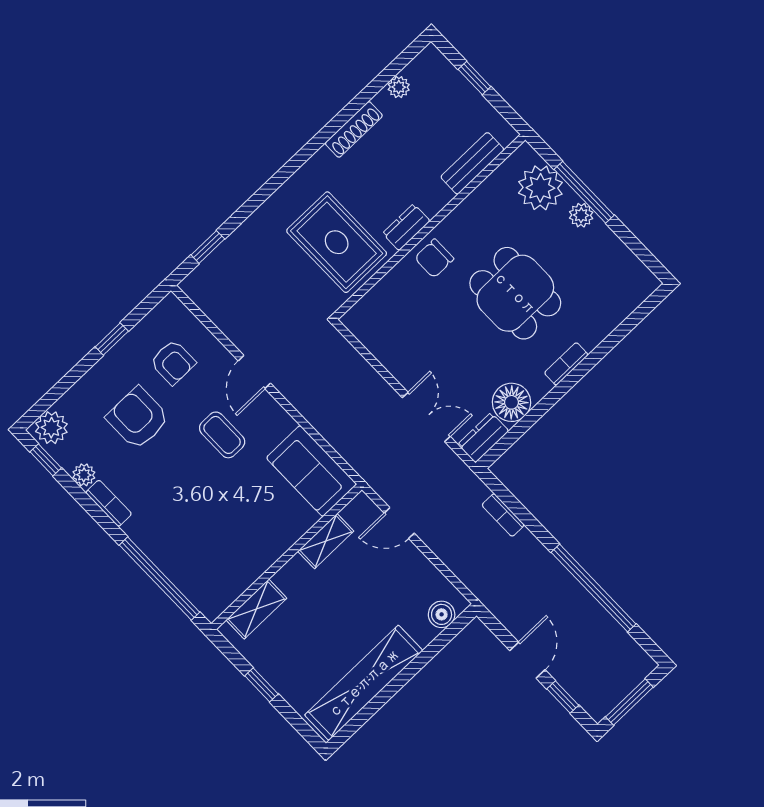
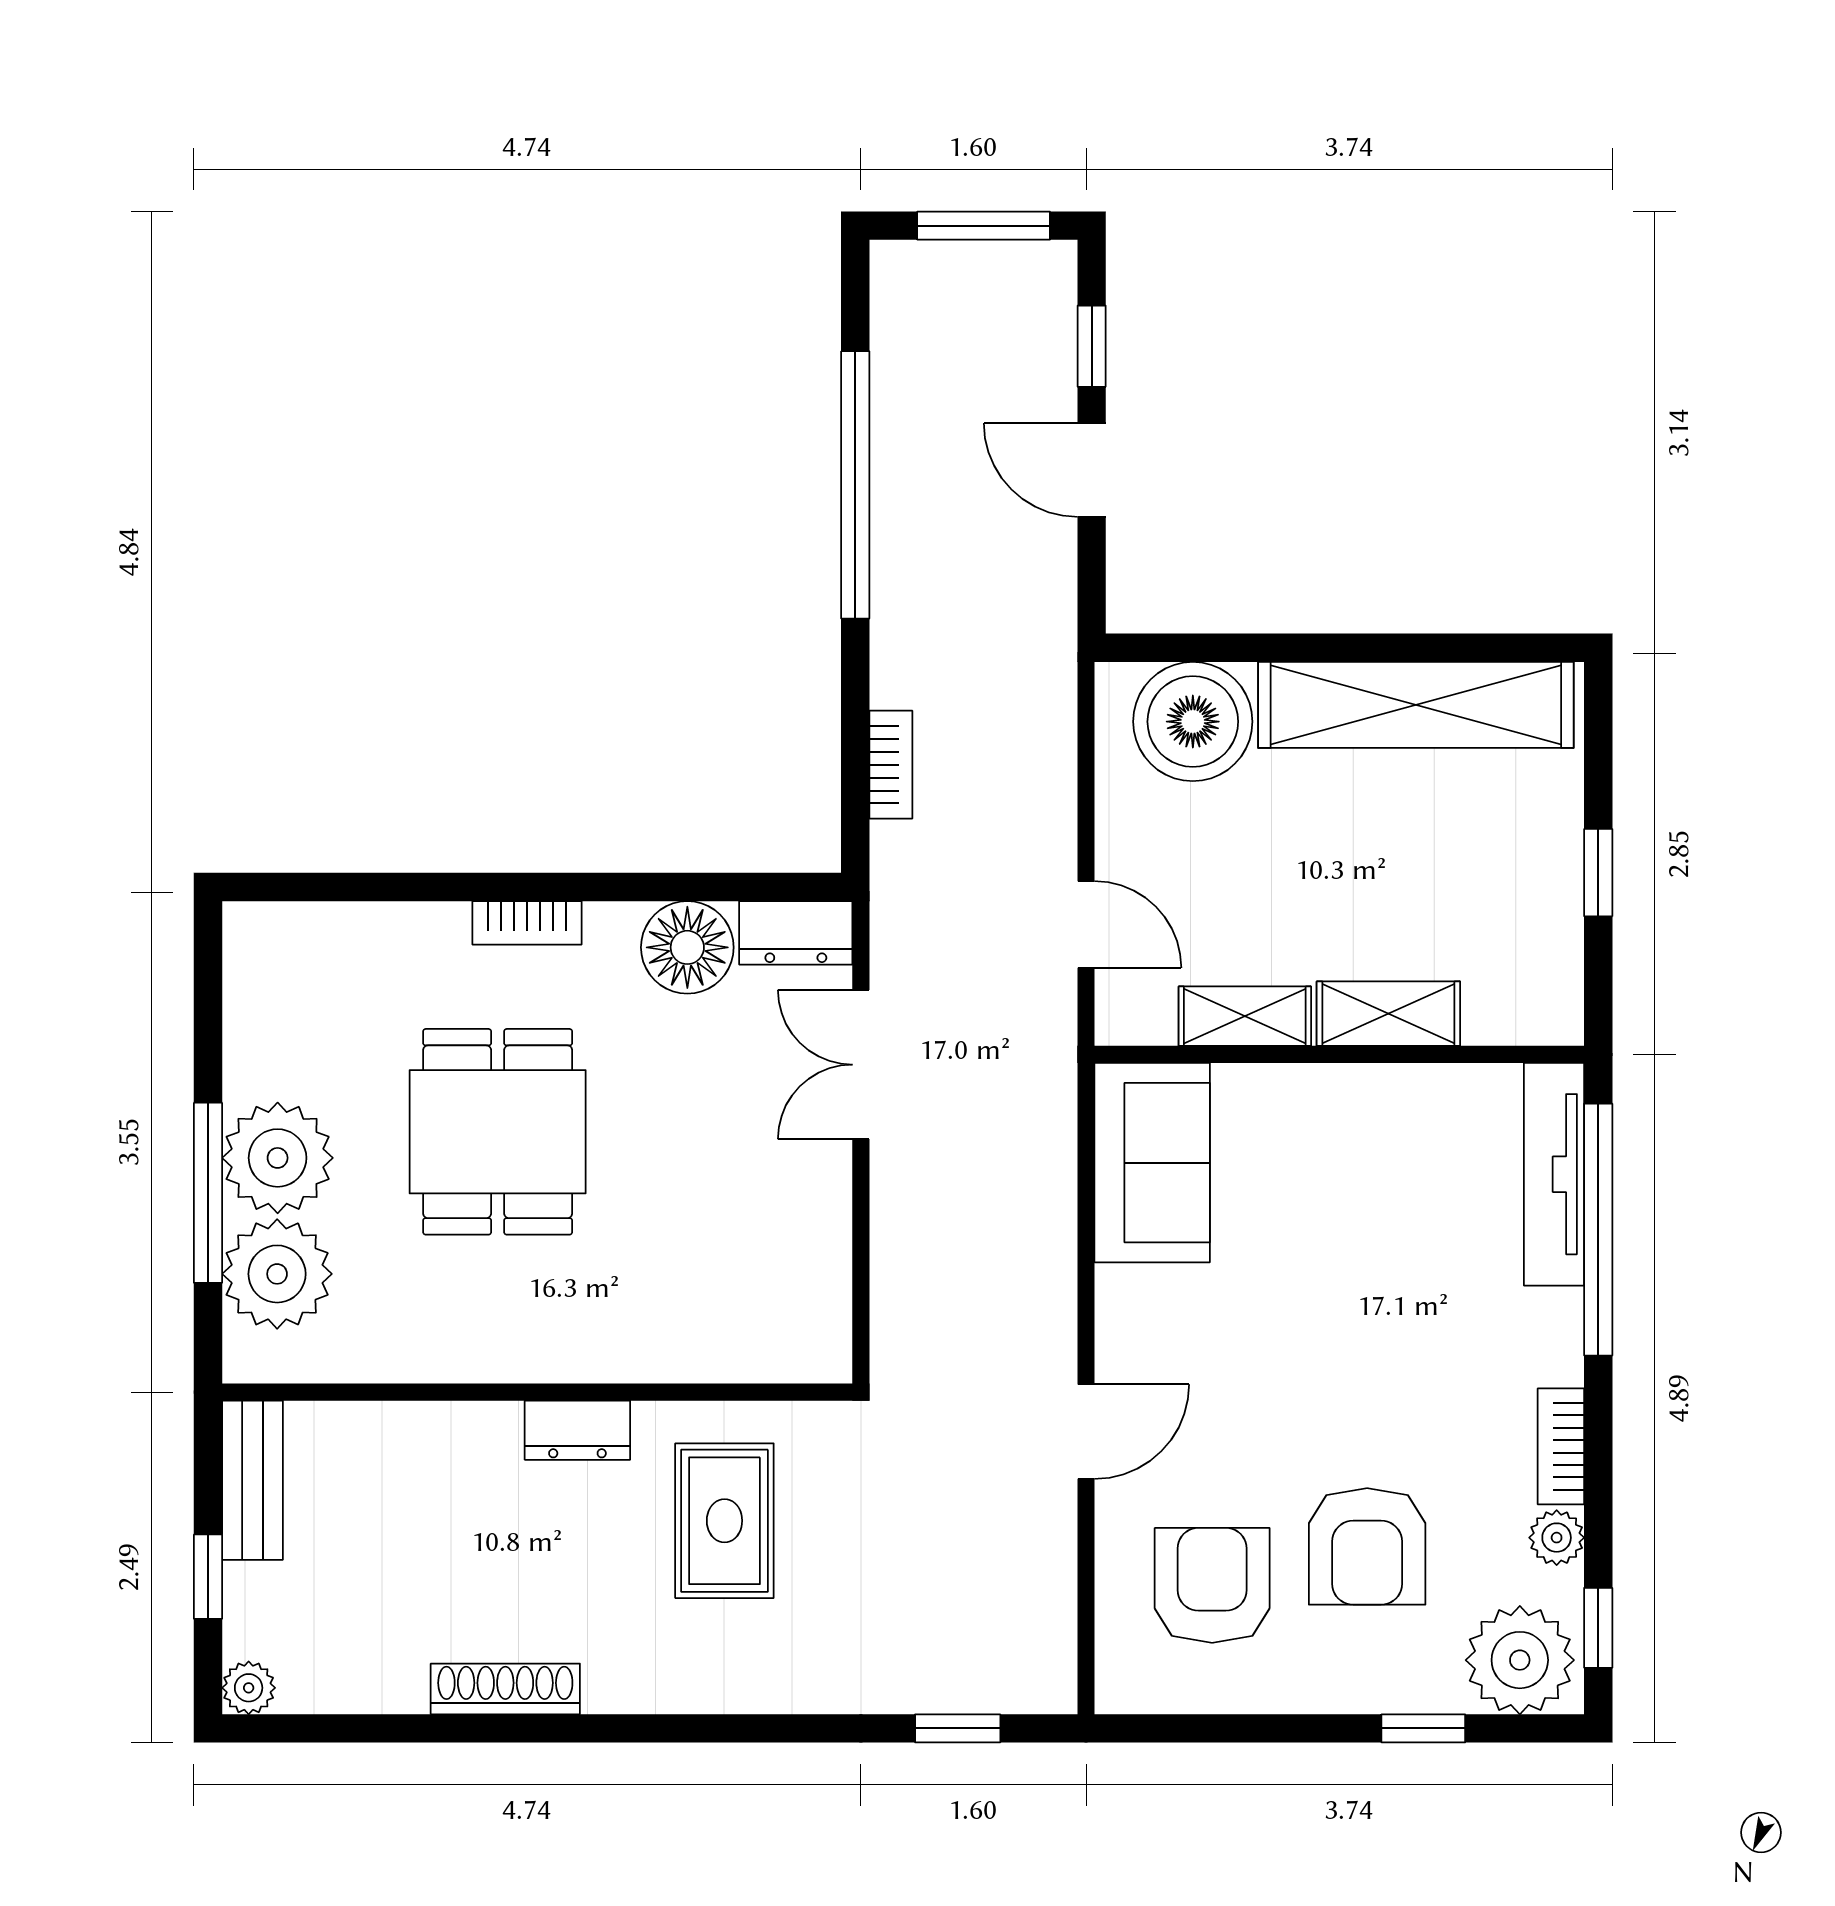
plant: (399, 87) -> (249, 1688), moved
bench: (472, 163) -> (252, 1480), moved, turned 90
plant: (581, 215) -> (278, 1158), width x1.87, depth x1.87
rug: (337, 242) -> (724, 1521), width x0.73, depth x0.70
chair: (434, 258) -> (581, 1329), removed
window: (112, 339) -> (1423, 1728), moved
armchair: (173, 362) -> (1212, 1585), width x1.38, depth x1.38
plant: (51, 428) -> (1520, 1660), width x1.36, depth x1.36
coffee table: (222, 435) -> (1248, 1376), removed
tv unit: (188, 582) -> (1554, 1174), added
shelving: (256, 609) -> (1388, 1014), moved
boiler: (442, 614) -> (1193, 722), width x1.86, depth x1.86
door: (527, 660) -> (1092, 470), hinge flipped

